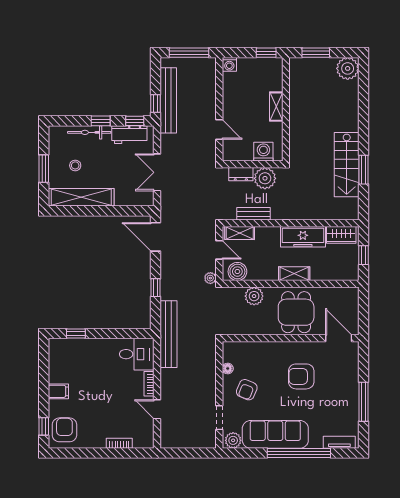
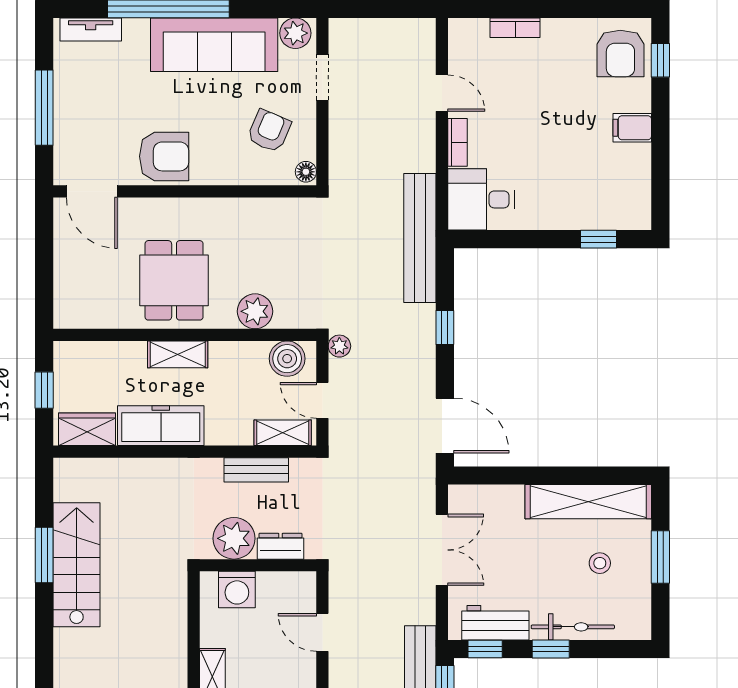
wall: (291, 338) -> (185, 191), moved
door: (339, 338) -> (92, 191), moved

